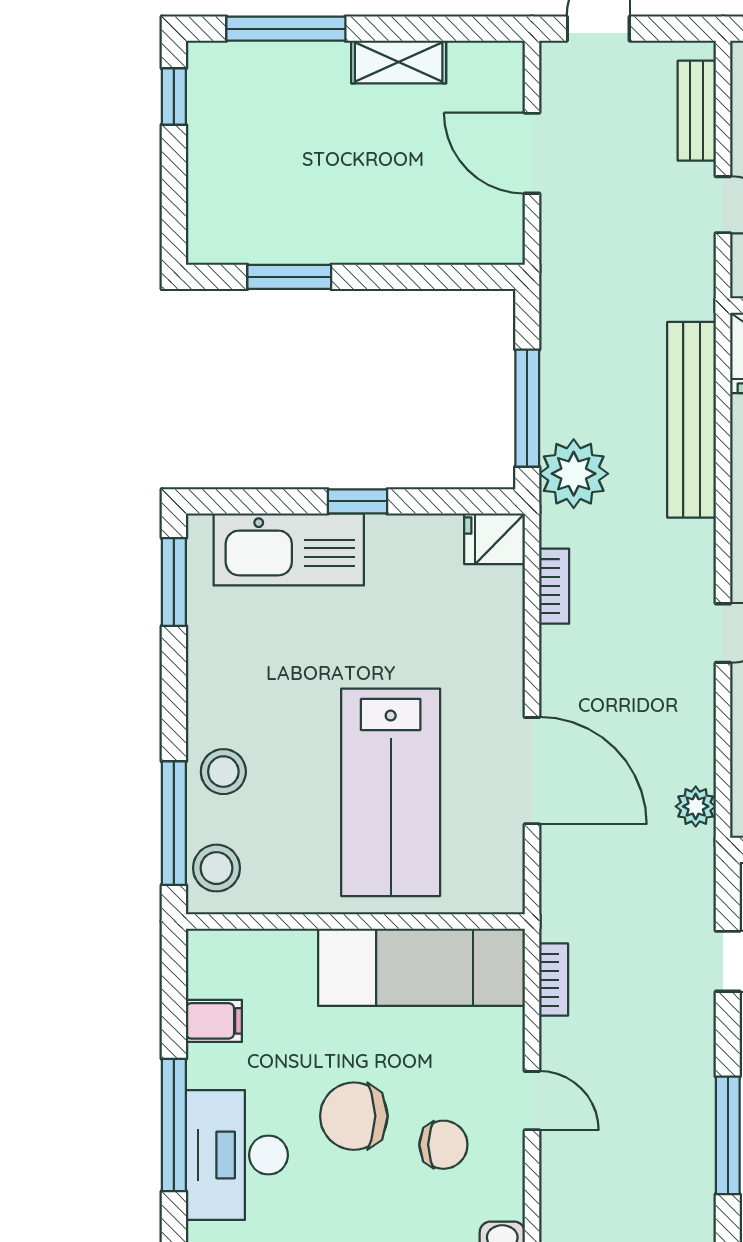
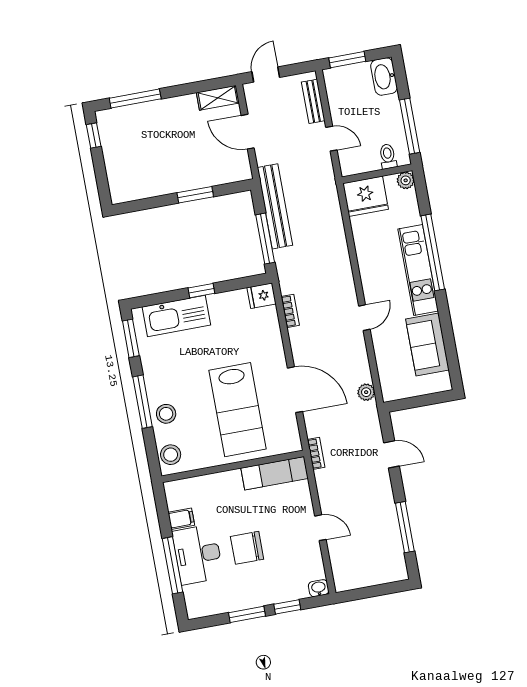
shelving: (399, 62) -> (218, 98), moved
window: (289, 277) -> (195, 195), moved
bench: (692, 420) -> (275, 206), moved
plant: (574, 474) -> (290, 262), removed
window: (174, 823) -> (143, 402), moved
exam couch: (422, 967) -> (274, 473), width x0.73, depth x0.69
bookcase: (554, 980) -> (316, 453), moved
chair: (443, 1145) -> (287, 553), removed
desk: (237, 1155) -> (198, 554), moved

